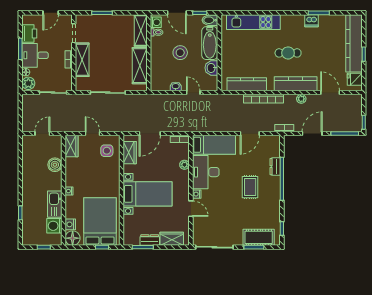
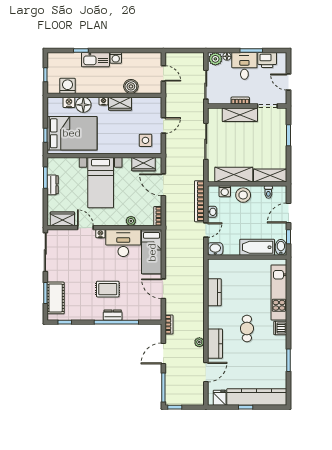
dishwasher: (311, 21) -> (280, 328), moved
washing machine: (156, 22) -> (225, 191), moved
stool: (180, 53) -> (243, 195), moved
washbasin: (211, 68) -> (215, 249), moved
kitchen counter: (247, 84) -> (214, 292), width x0.67
kitchen counter: (296, 84) -> (215, 344), width x0.67
bookcase: (263, 99) -> (199, 201), moved
door: (312, 133) -> (163, 354), swing flipped
wardrobe: (72, 146) -> (120, 104), moved
dresser: (275, 167) -> (113, 315), moved
washing machine: (27, 179) -> (116, 58), added
kitchen sink: (55, 204) -> (95, 60), moved, turned 180
door: (191, 209) -> (85, 228), swing flipped
floor lamp: (73, 238) -> (83, 105), moved
wardrobe: (172, 239) -> (62, 219), moved, turned -90

